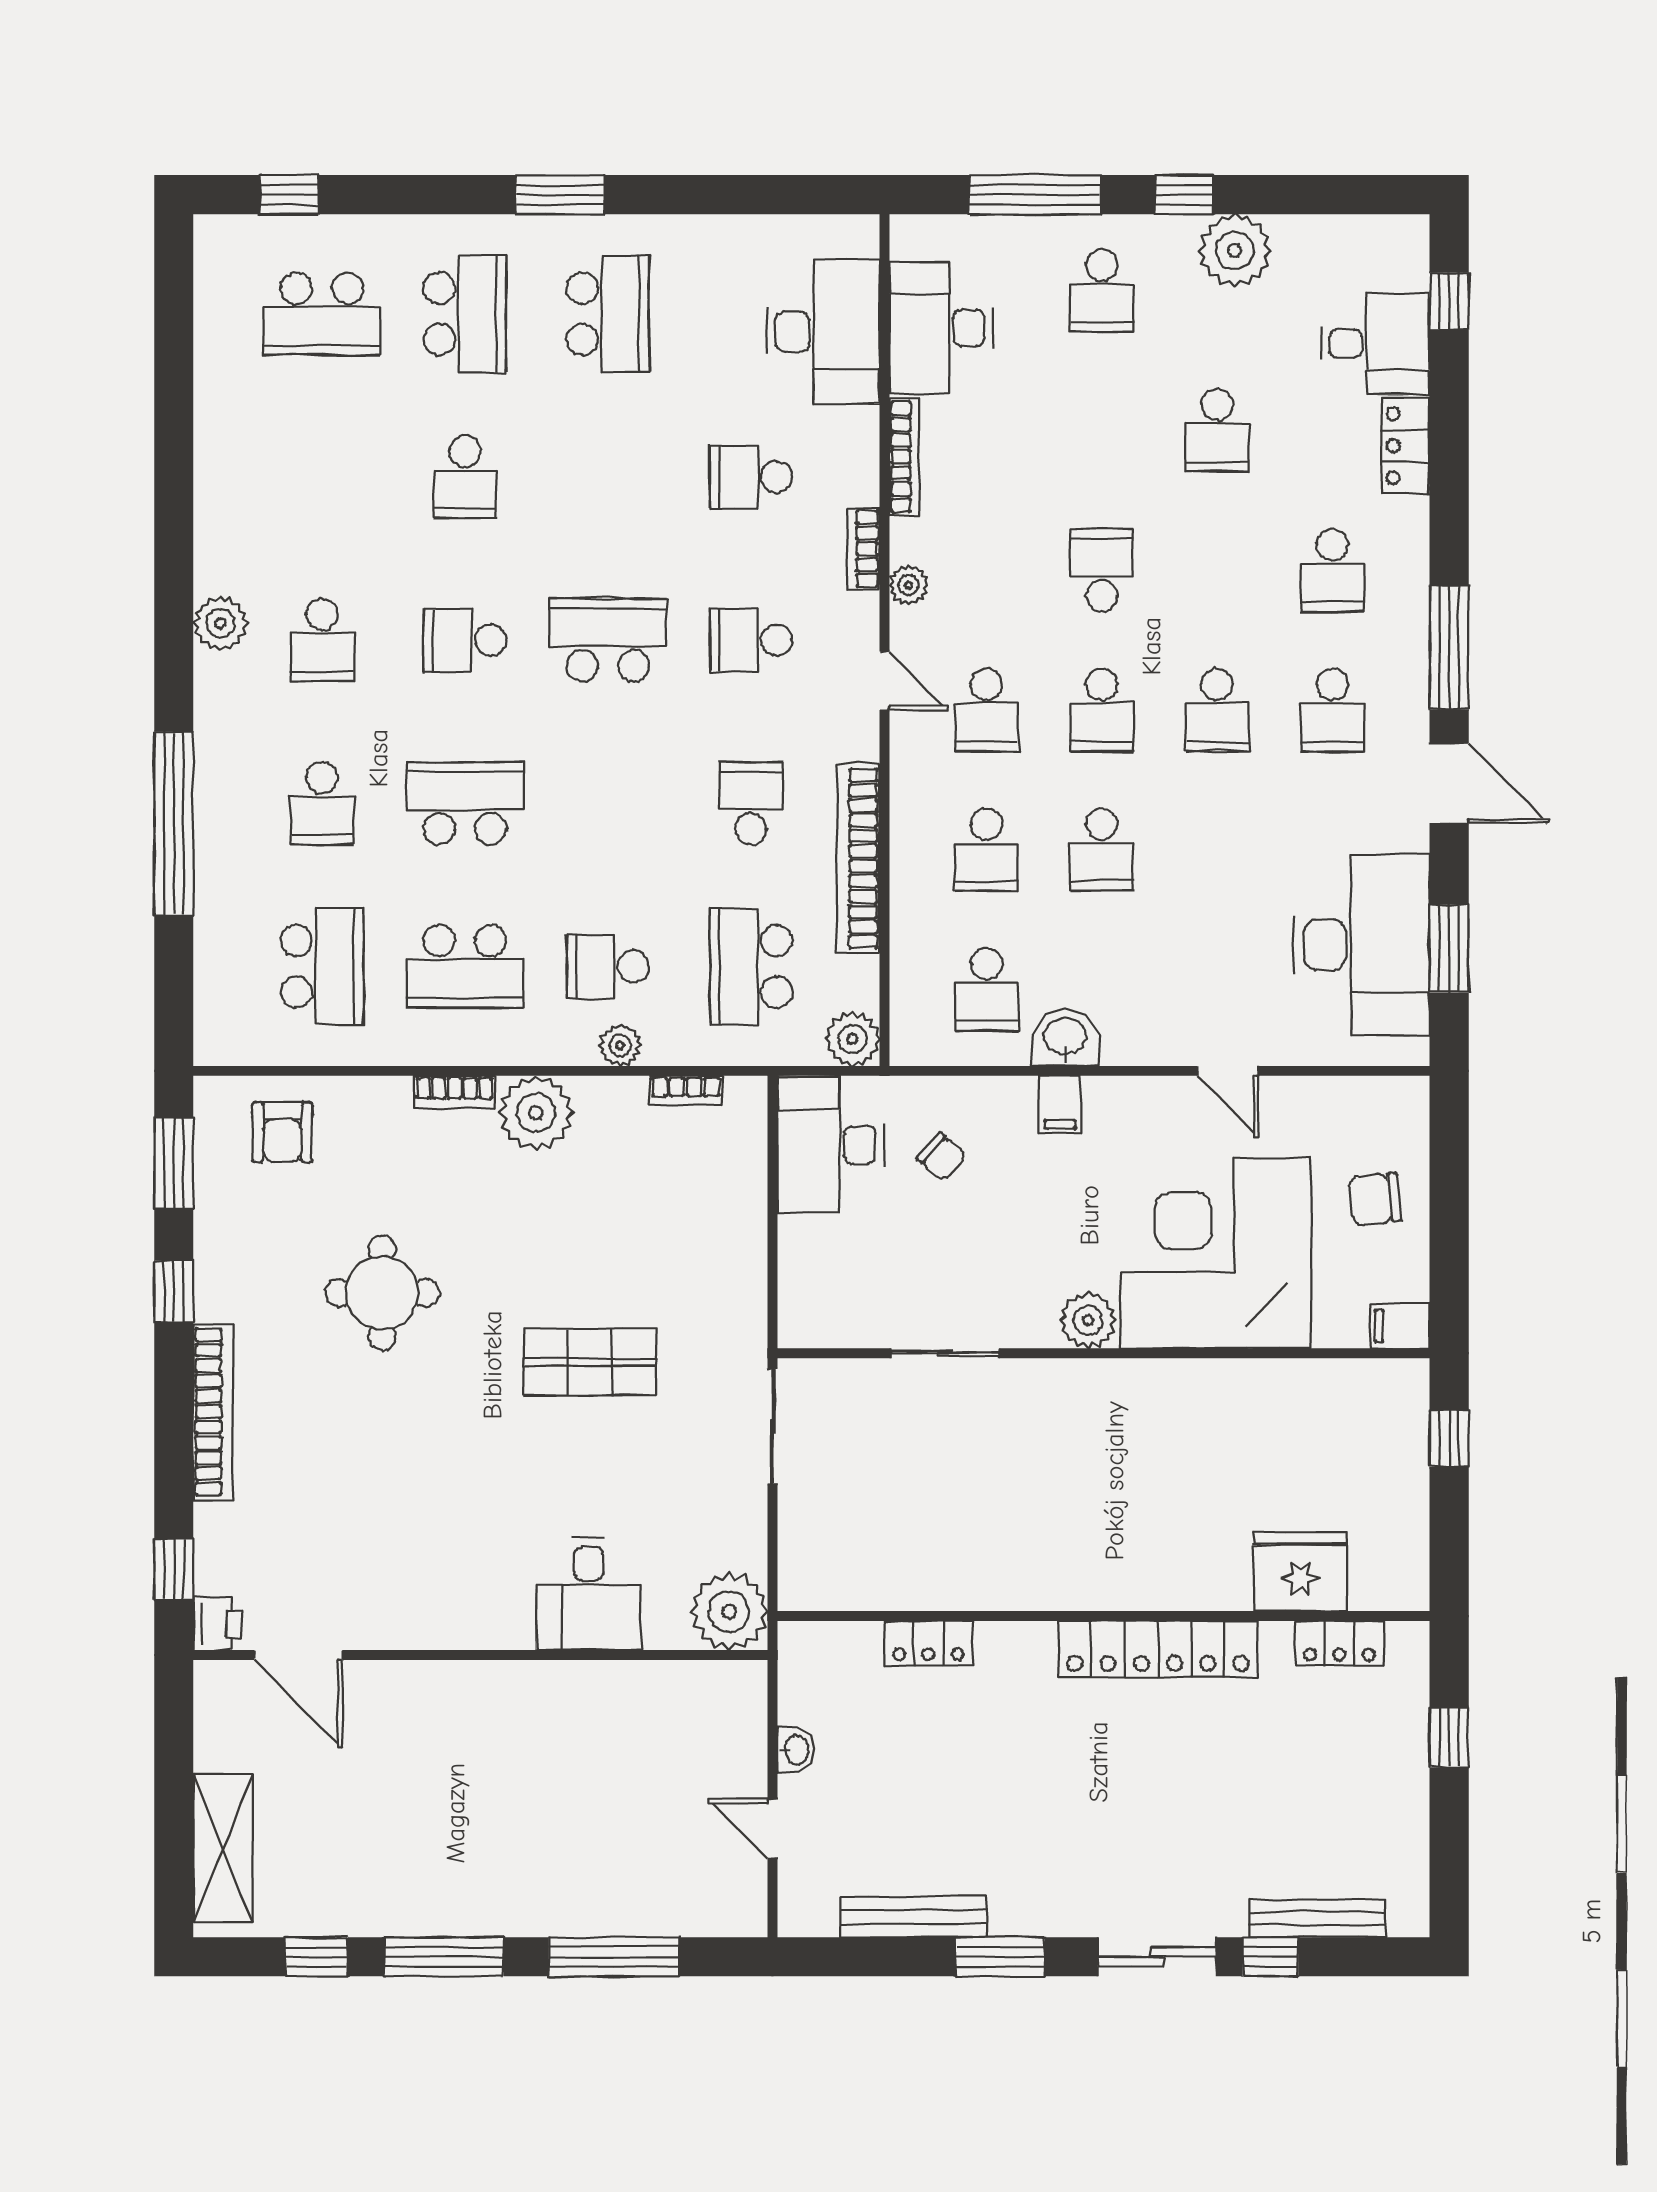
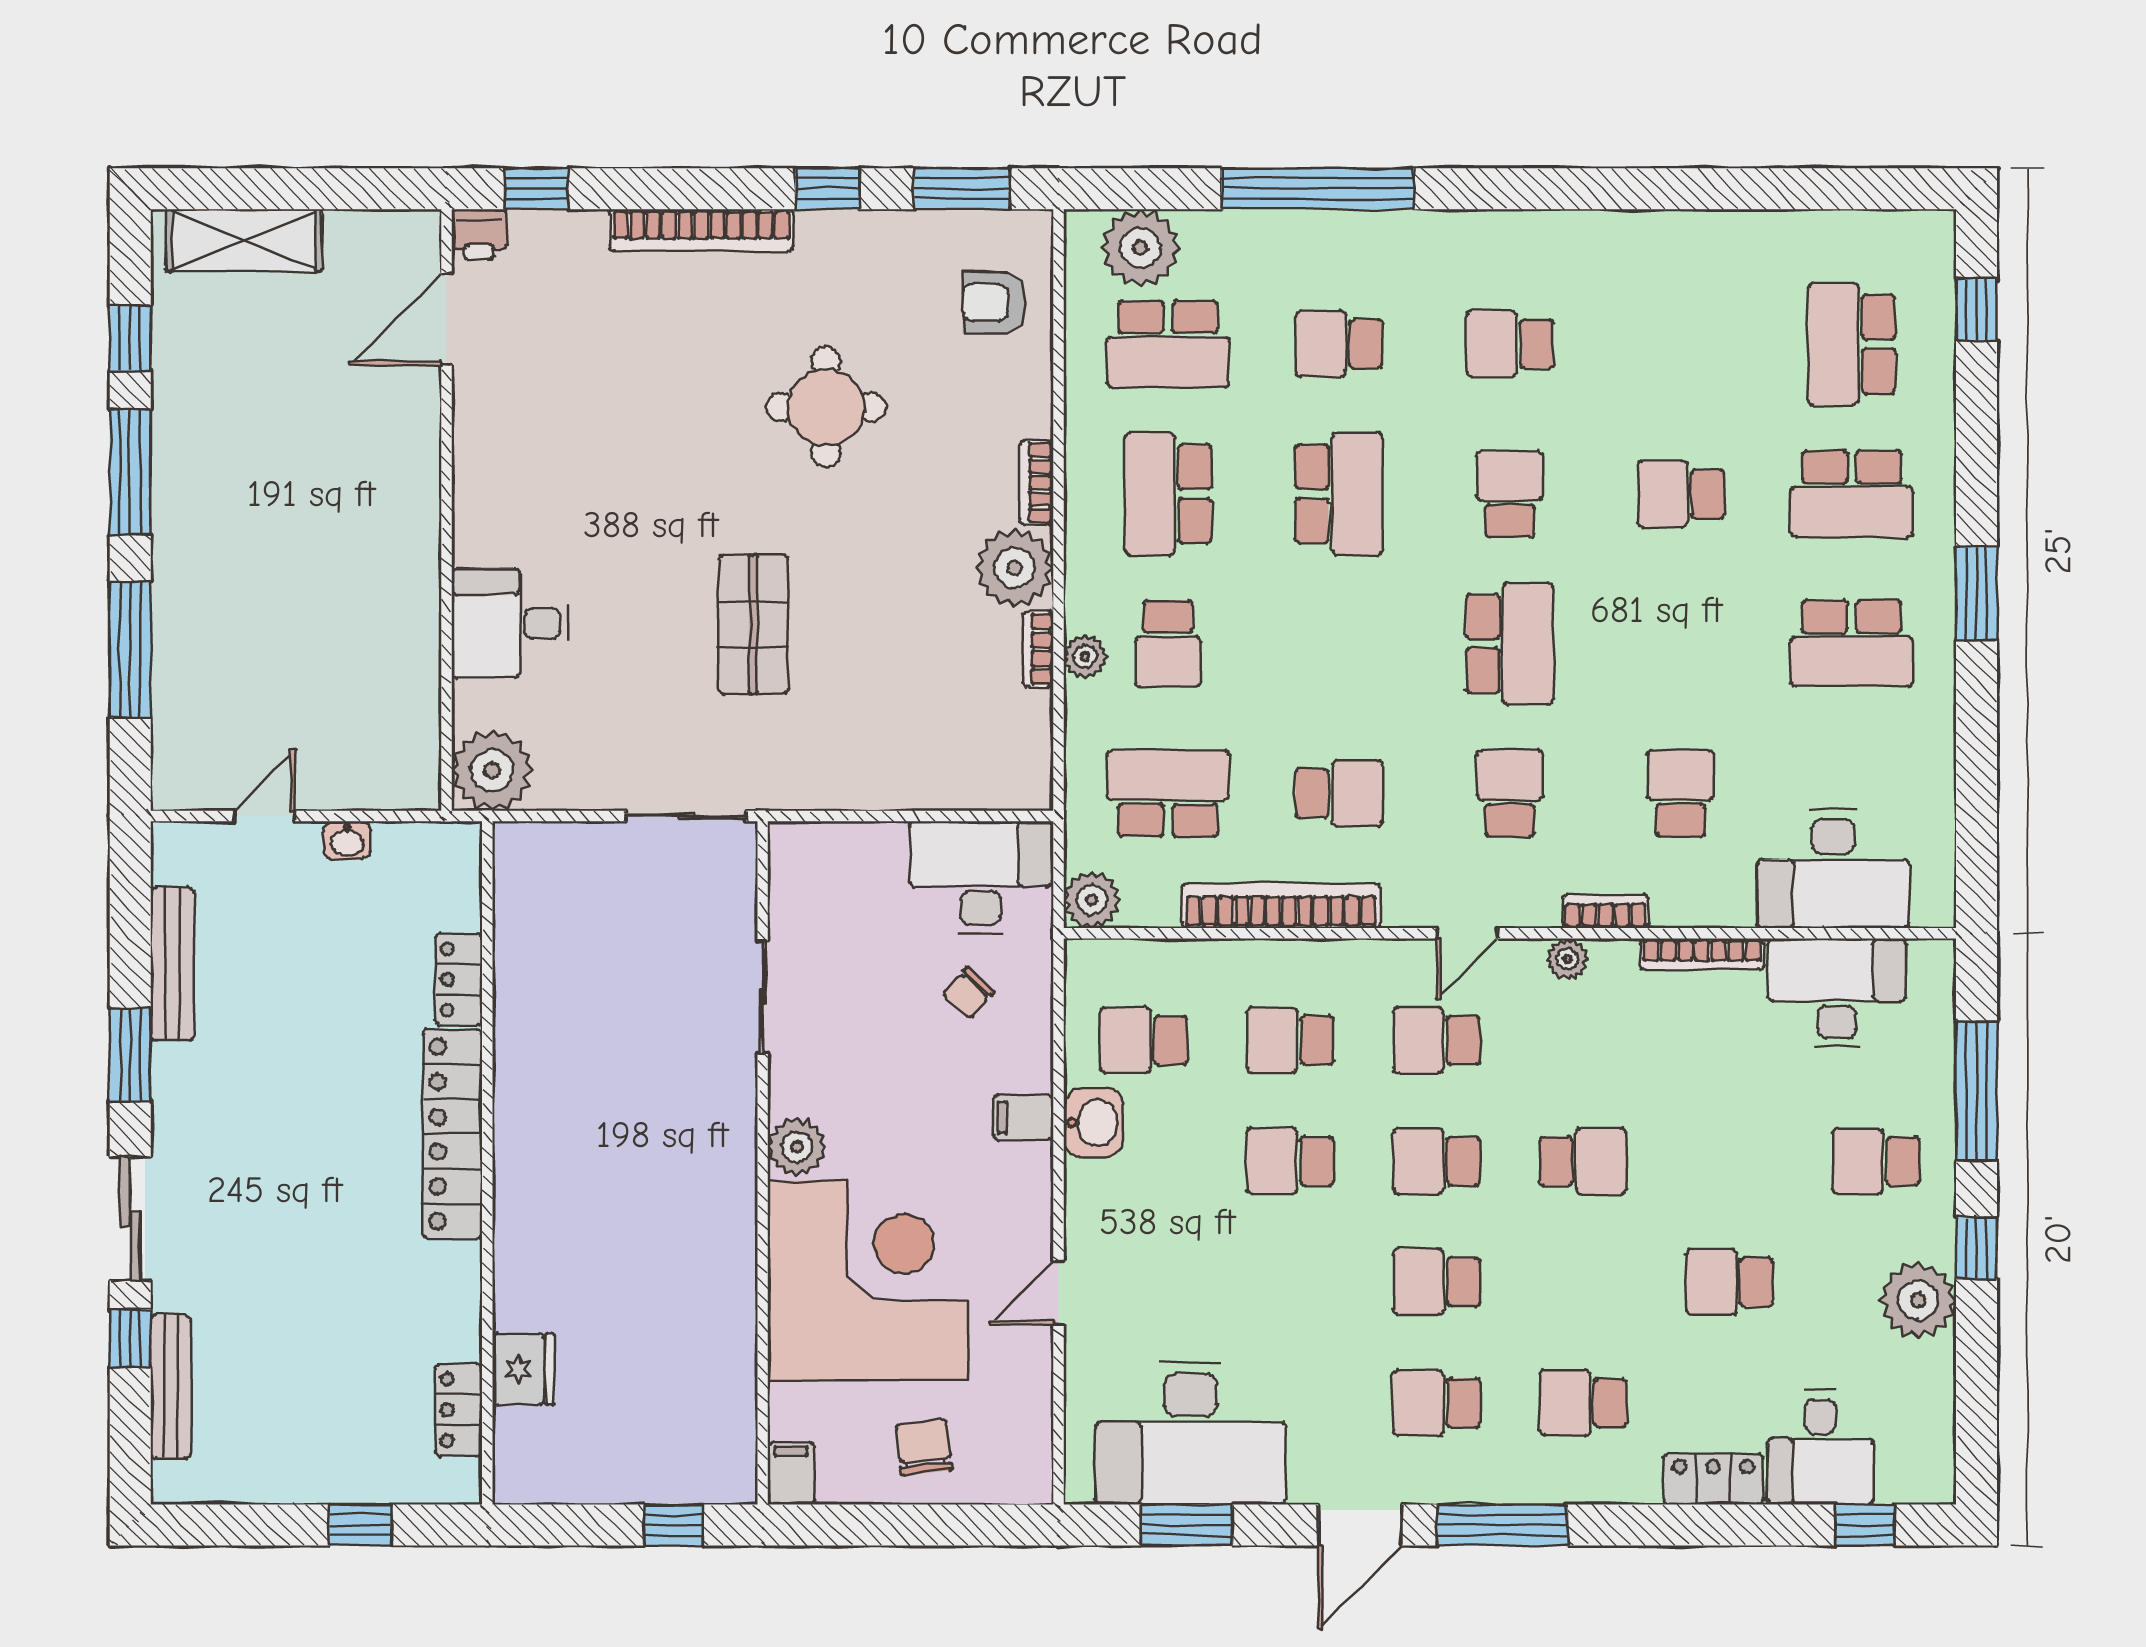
plant: (220, 623) -> (1140, 248), moved, width x1.36, depth x1.36
school desk: (608, 966) -> (1168, 644), turned 180
bookcase: (686, 1090) -> (1038, 649), moved
fridge: (1300, 1572) -> (523, 1369), width x0.73, depth x0.75
locker: (1158, 1649) -> (453, 1134), moved

